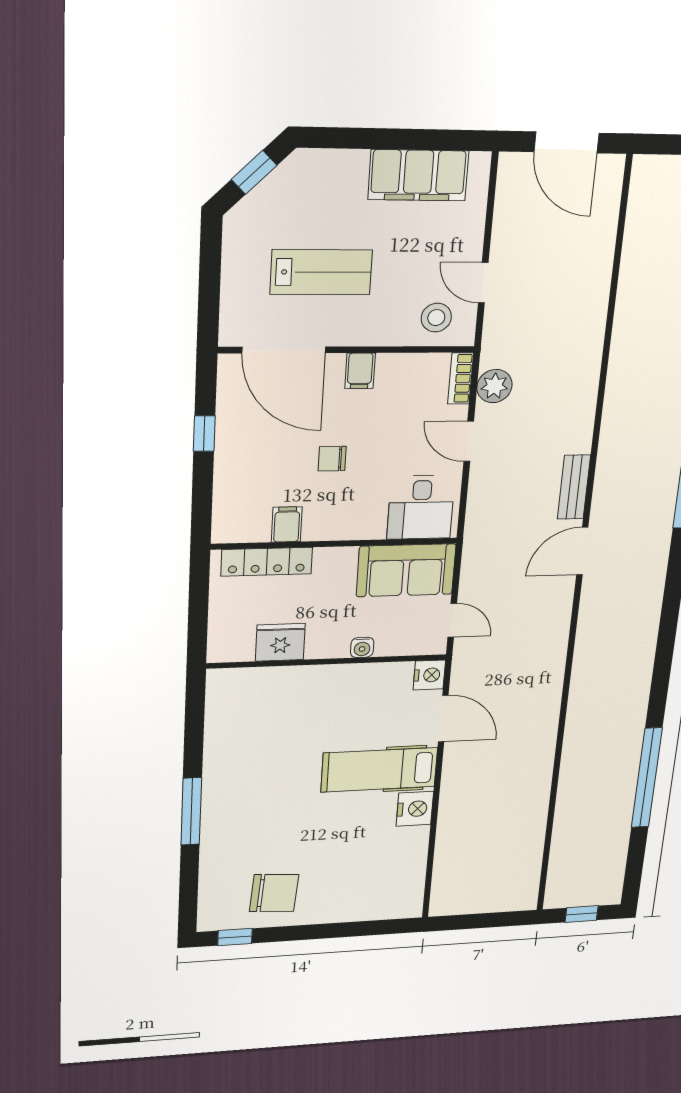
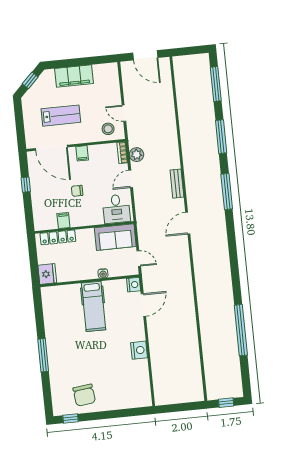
filing cabinet: (418, 175) -> (74, 76), moved
door: (469, 441) -> (131, 179), hinge flipped
bench: (574, 487) -> (177, 184), moved
fridge: (280, 642) -> (47, 274), moved, turned 90
door: (443, 719) -> (143, 305), hinge flipped
hospital bed: (379, 770) -> (94, 306), moved, turned -90
chair: (274, 893) -> (84, 395), turned 79

